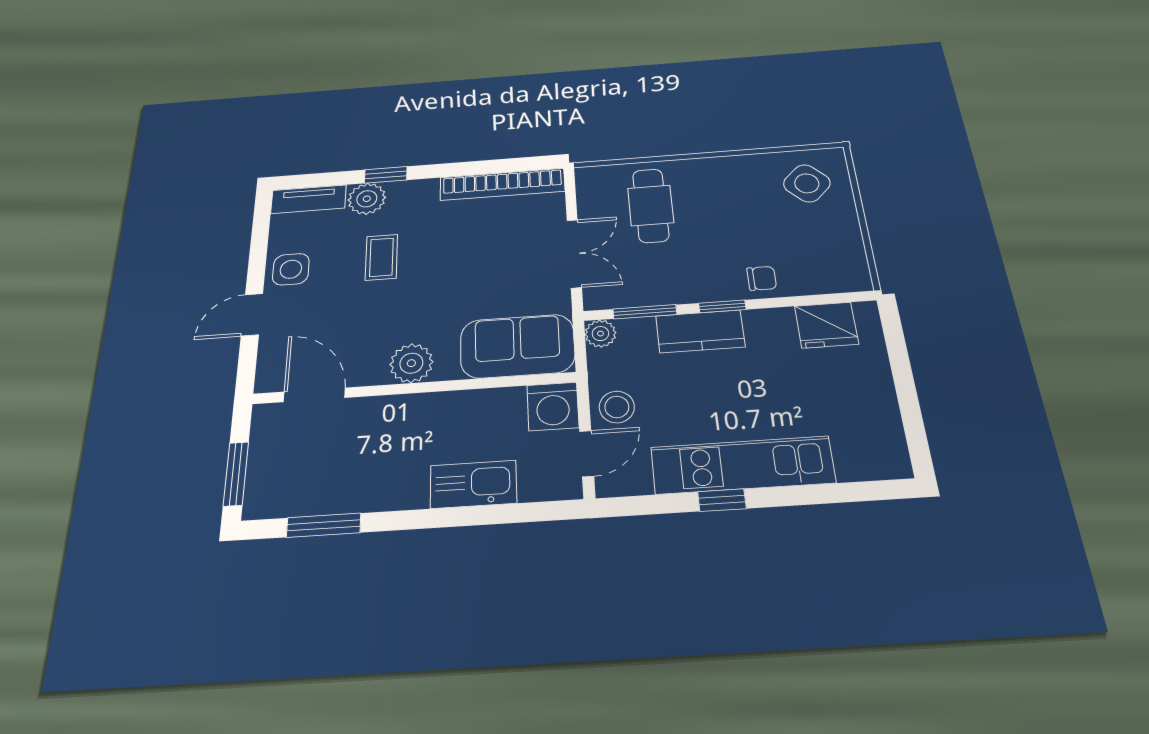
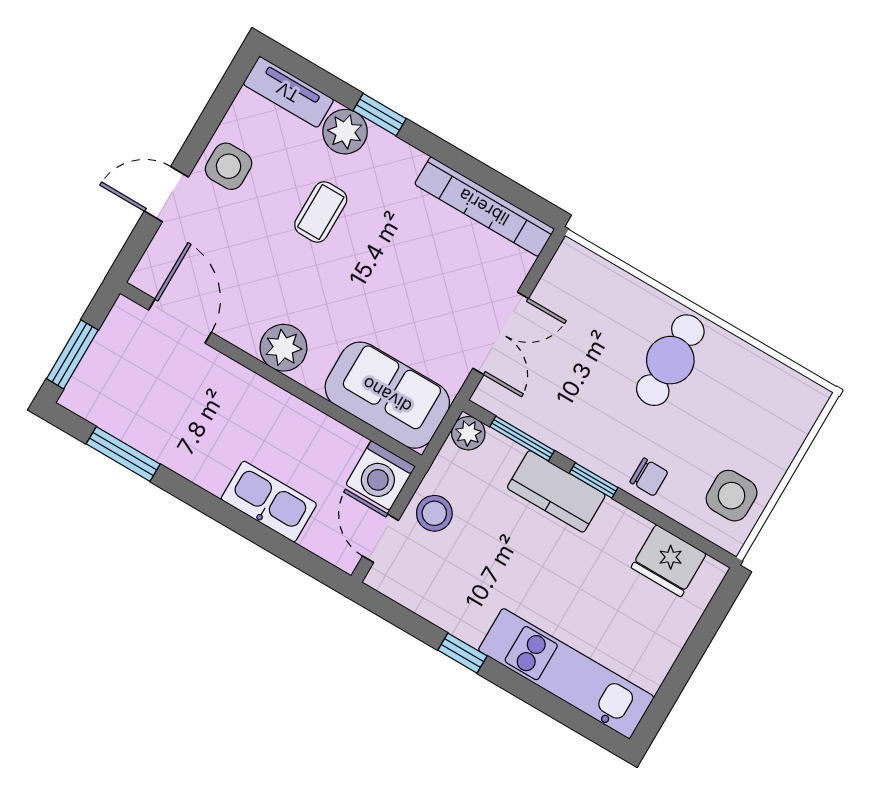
side table: (807, 183) -> (732, 496), moved, turned 45
cafe table: (651, 205) -> (670, 360), moved
door: (587, 454) -> (380, 538), swing flipped
kitchen unit: (742, 465) -> (566, 674), moved

